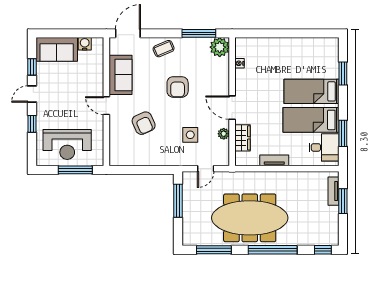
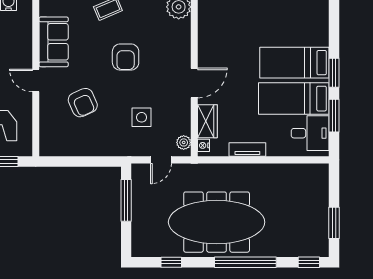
nightstand: (239, 63) -> (204, 145), moved
window: (343, 74) -> (334, 73), moved
door: (232, 108) -> (194, 83), swing flipped
plant: (224, 134) -> (184, 142), moved
tv unit: (333, 191) -> (322, 188), removed
window: (343, 201) -> (334, 223), moved
window: (214, 250) -> (171, 262), width x0.46

